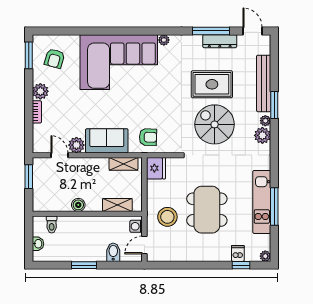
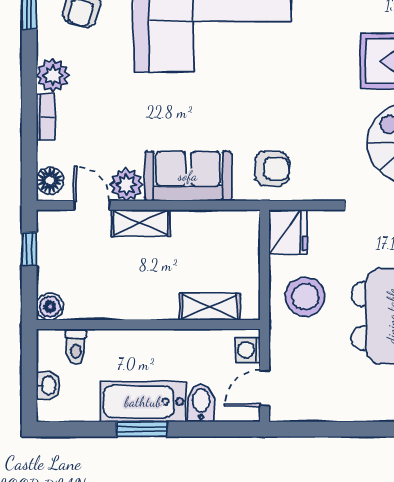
floor lamp: (39, 143) -> (50, 180), added
shelving: (123, 164) -> (141, 223), moved
window: (29, 177) -> (29, 249), width x0.67
boiler: (78, 205) -> (50, 307), moved
stool: (167, 217) -> (305, 297), moved
bathtub: (85, 252) -> (143, 402), added

